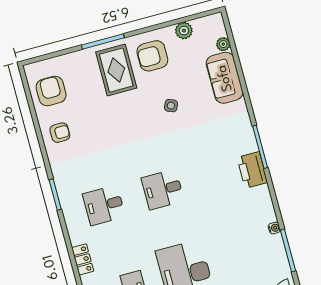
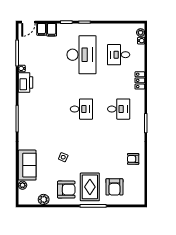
armchair: (51, 91) -> (114, 187), moved
printer: (252, 170) -> (25, 82), moved

